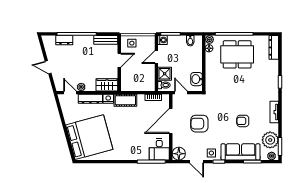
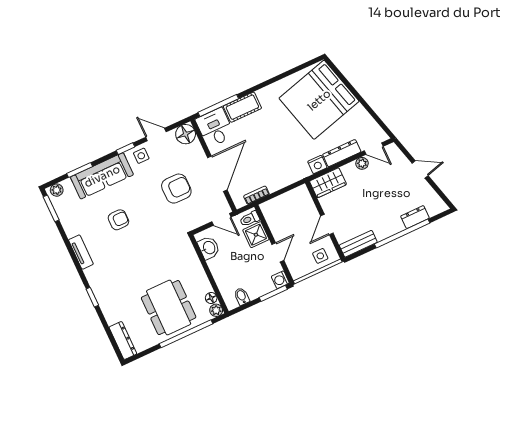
dining table: (237, 54) -> (169, 308), turned 90
cot: (125, 100) -> (242, 107), moved
plant: (270, 140) -> (69, 211), removed

